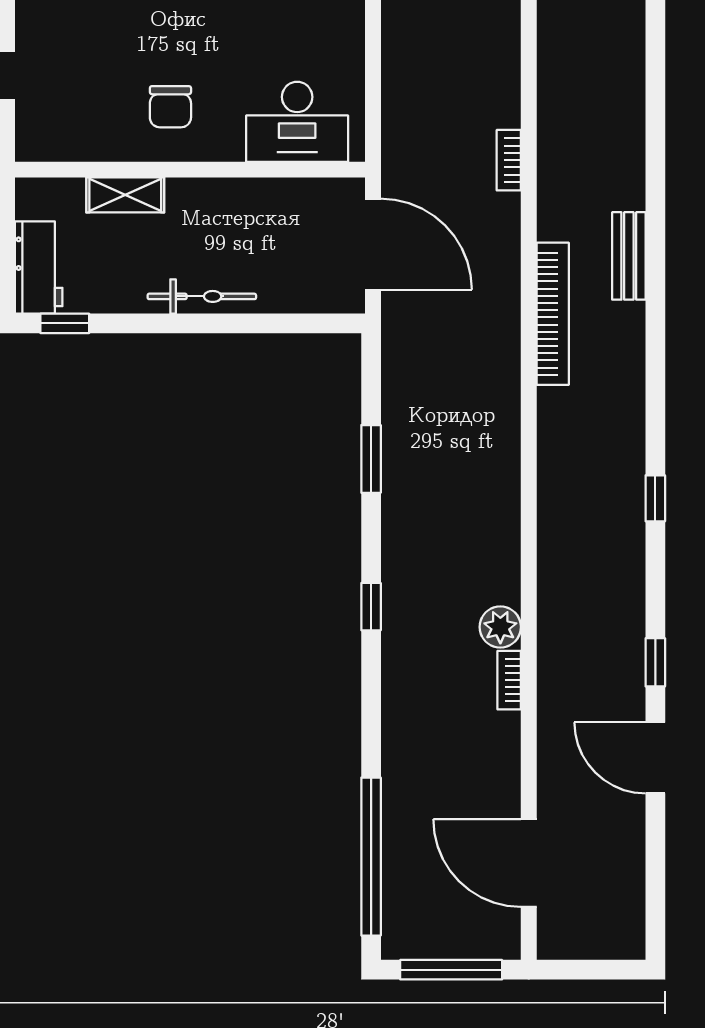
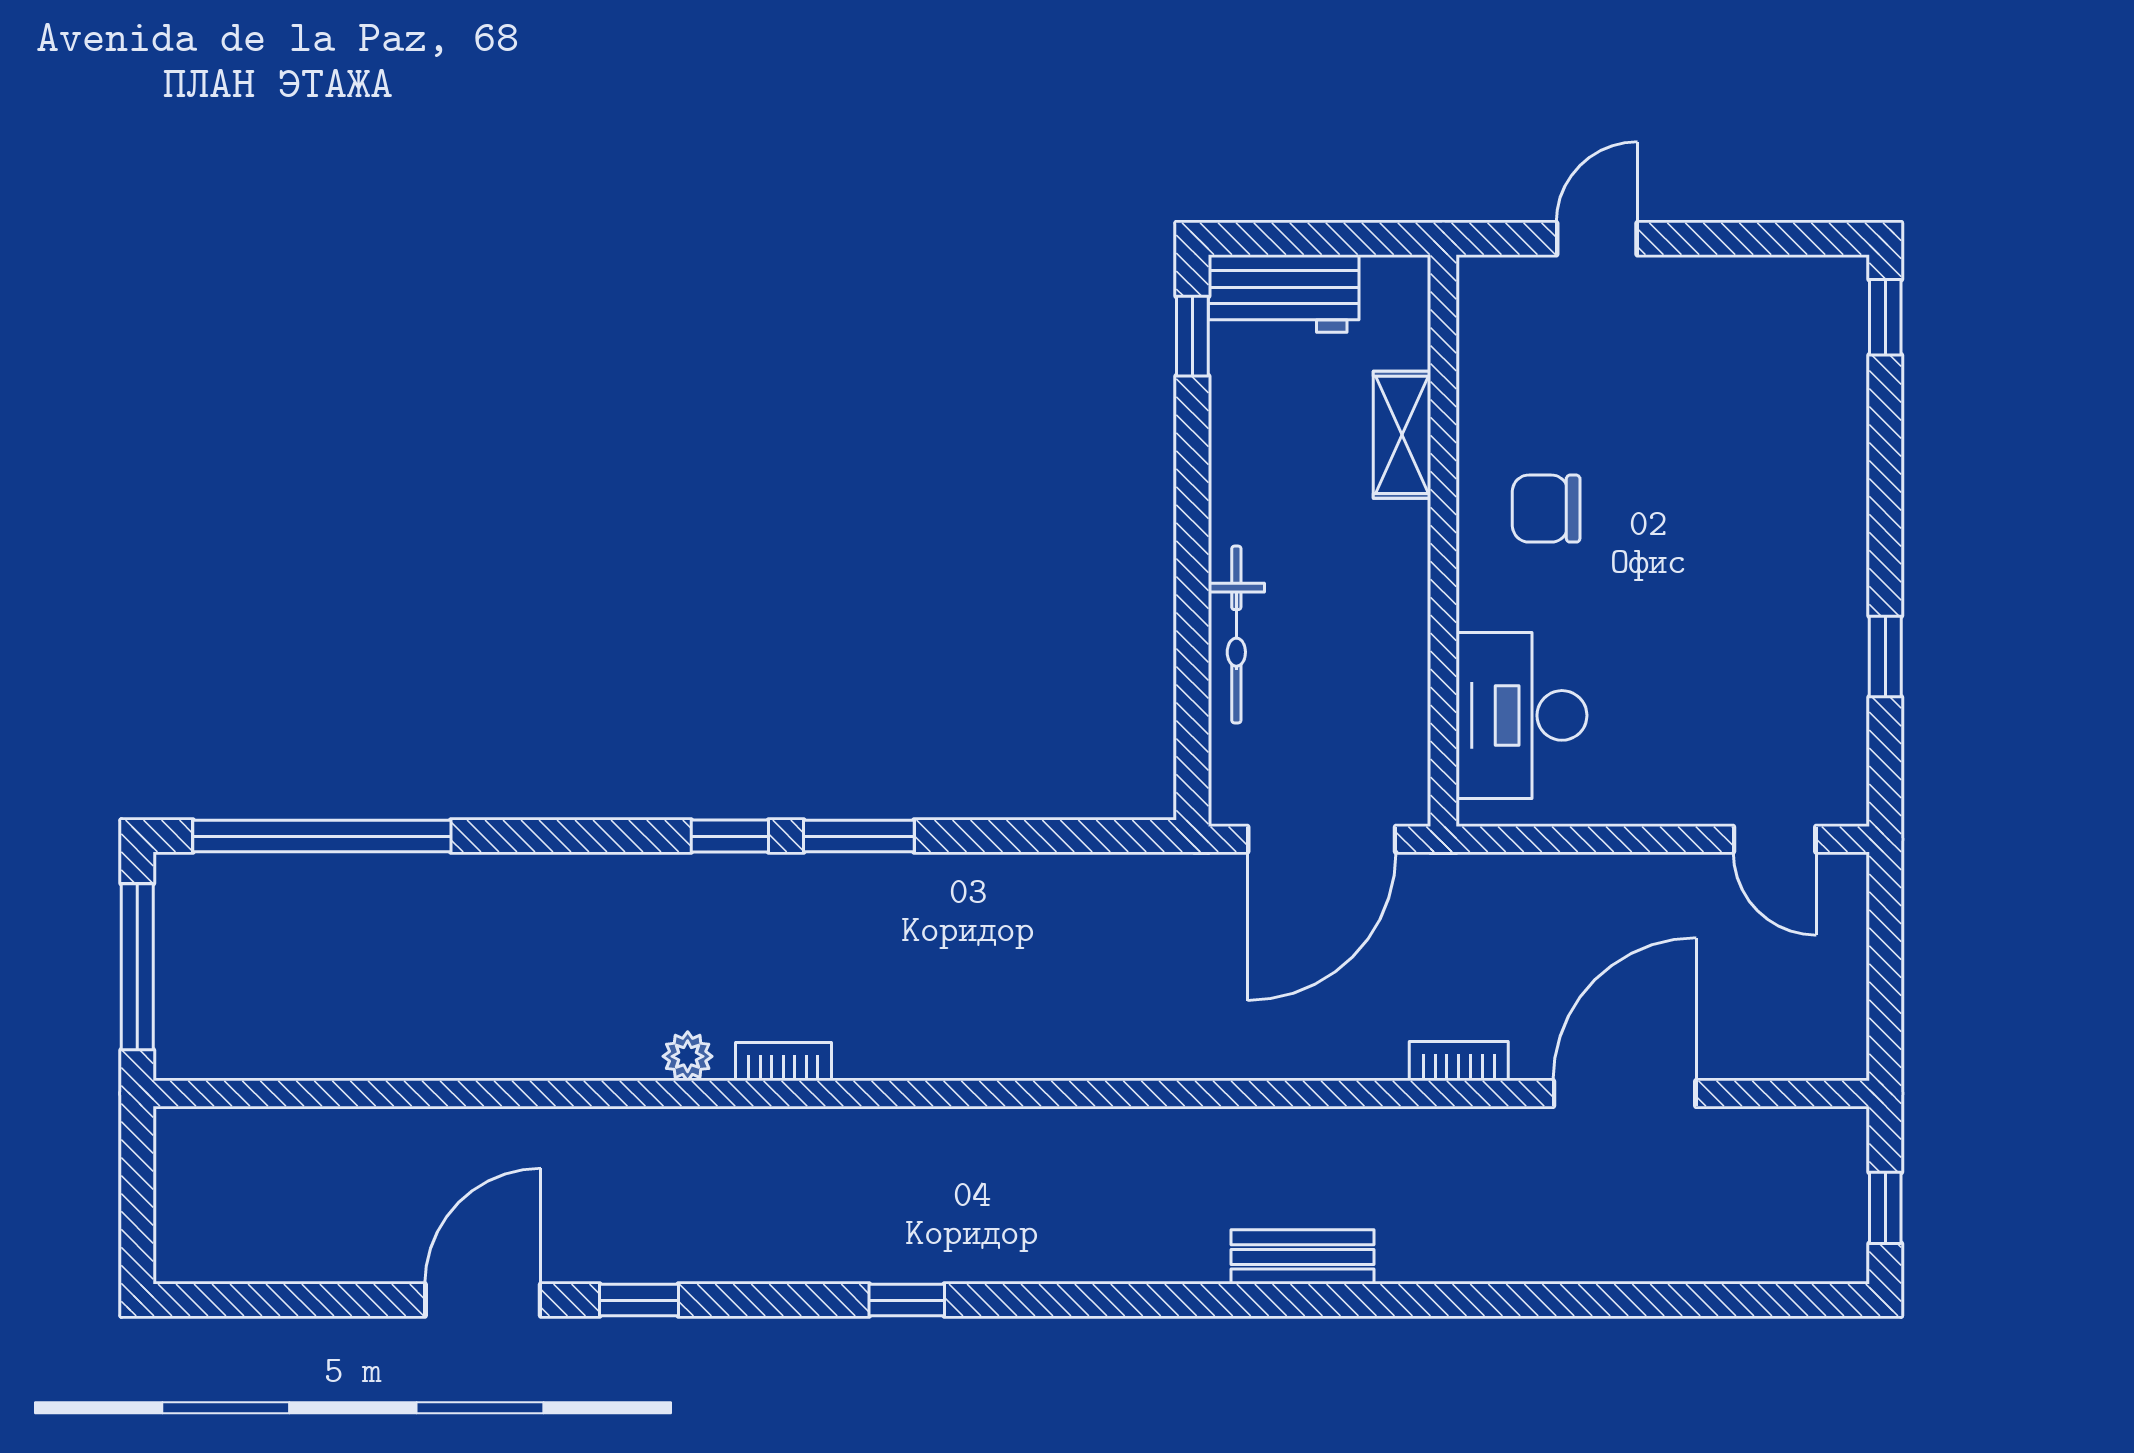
bicycle: (202, 296) -> (1236, 634), moved
bookcase: (553, 314) -> (1208, 1133), removed
window: (371, 459) -> (859, 836), moved
plant: (500, 627) -> (688, 1056), width x0.73, depth x0.73
bookcase: (509, 680) -> (783, 1062), moved
door: (529, 863) -> (1625, 1094), moved

